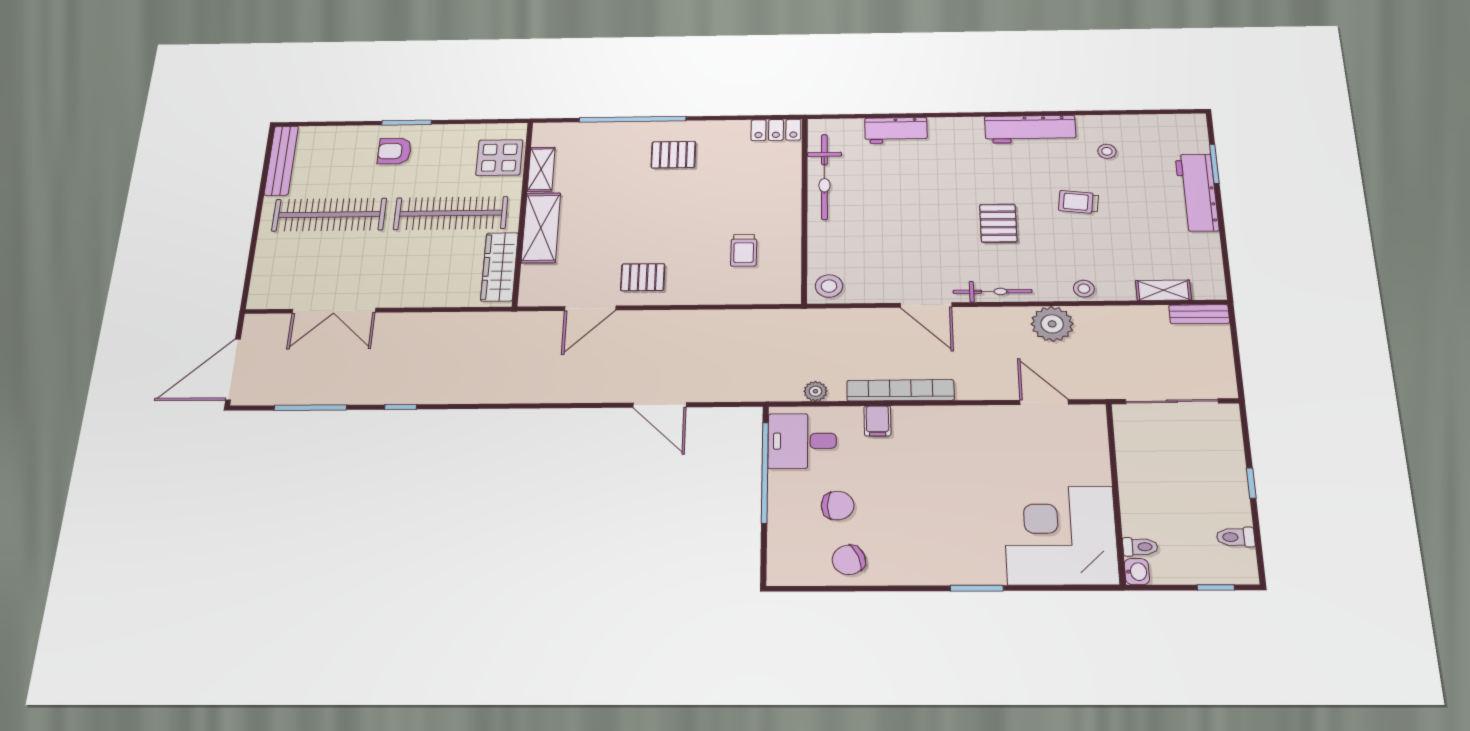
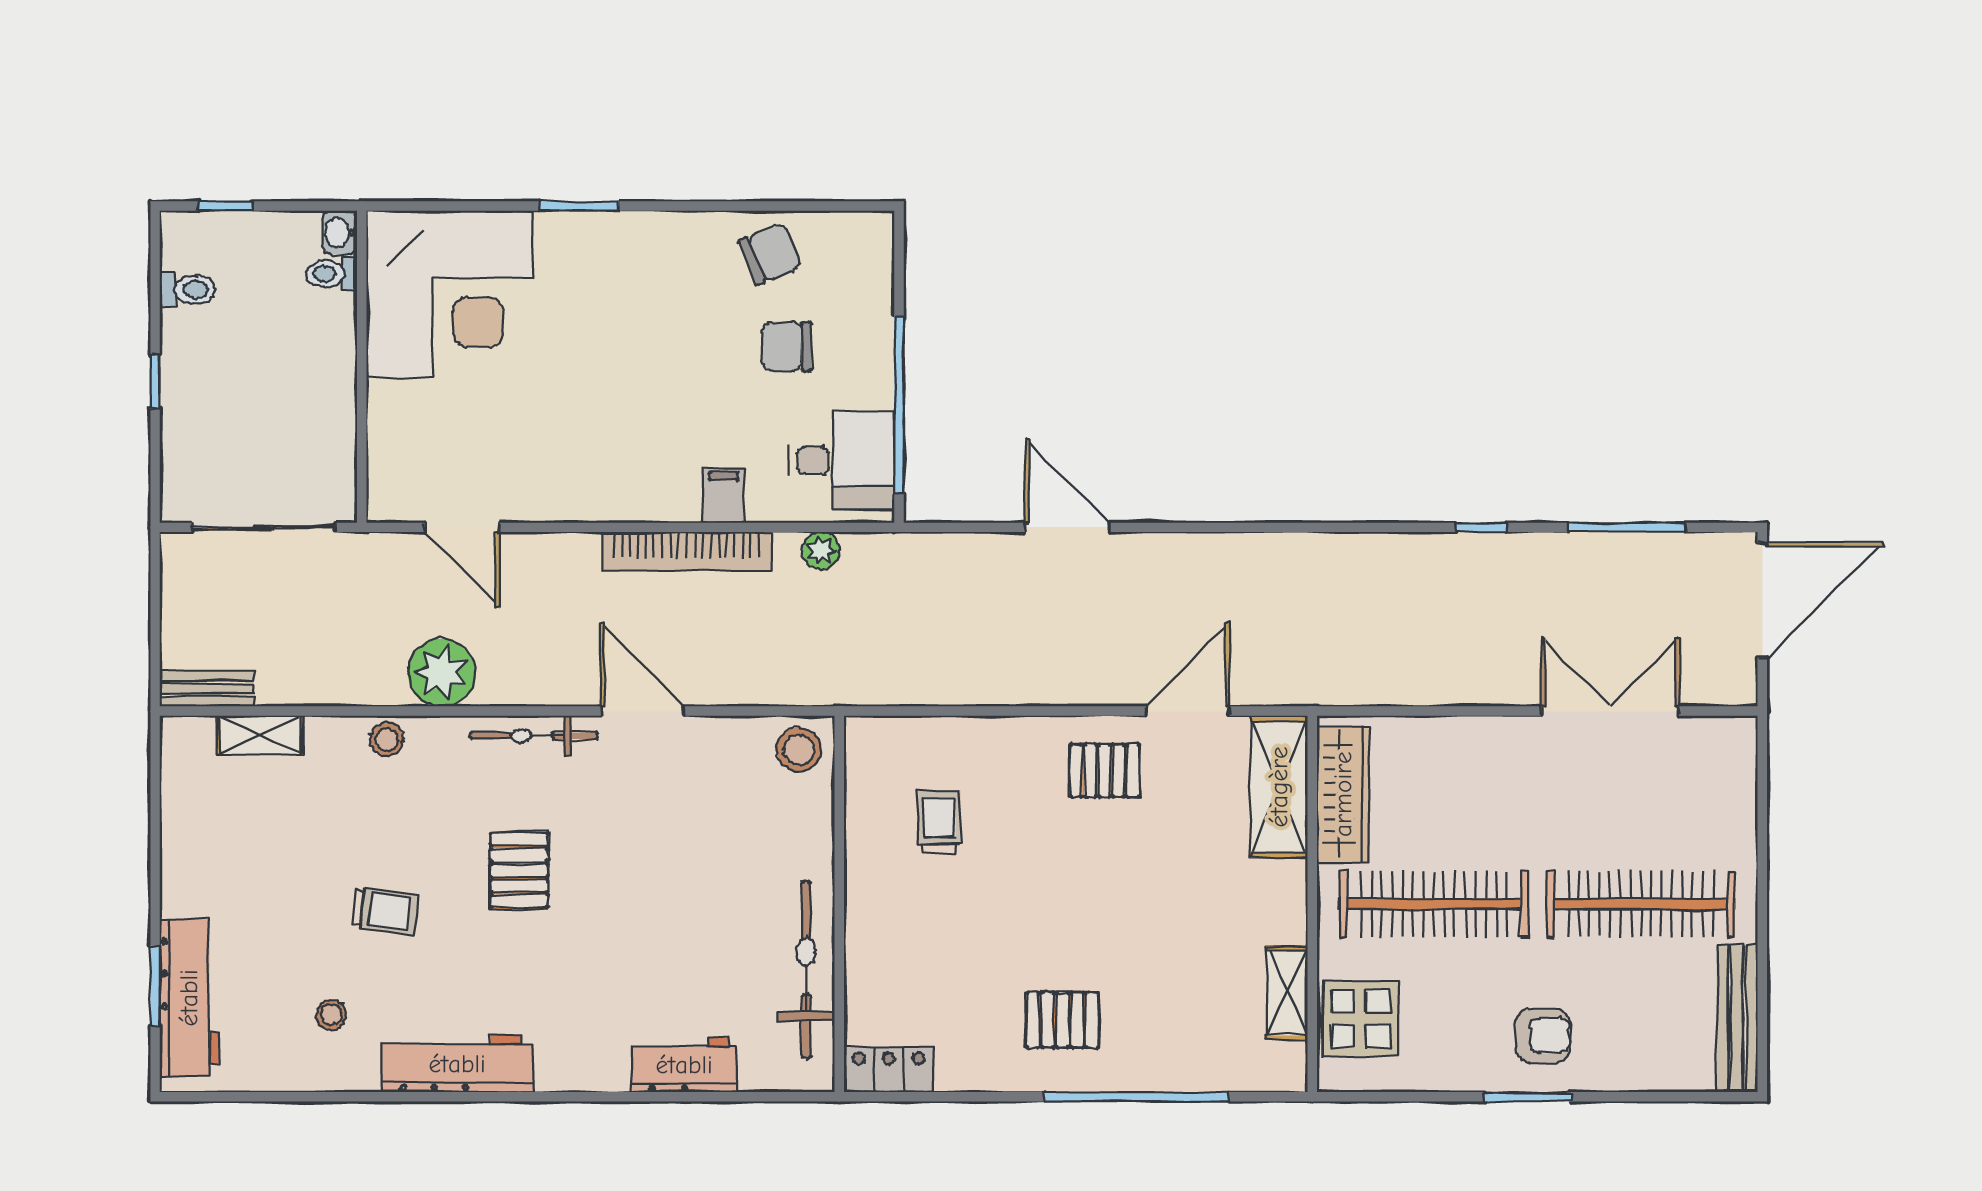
workbench: (1197, 192) -> (189, 998), moved
shelving: (541, 228) -> (1279, 787), moved

